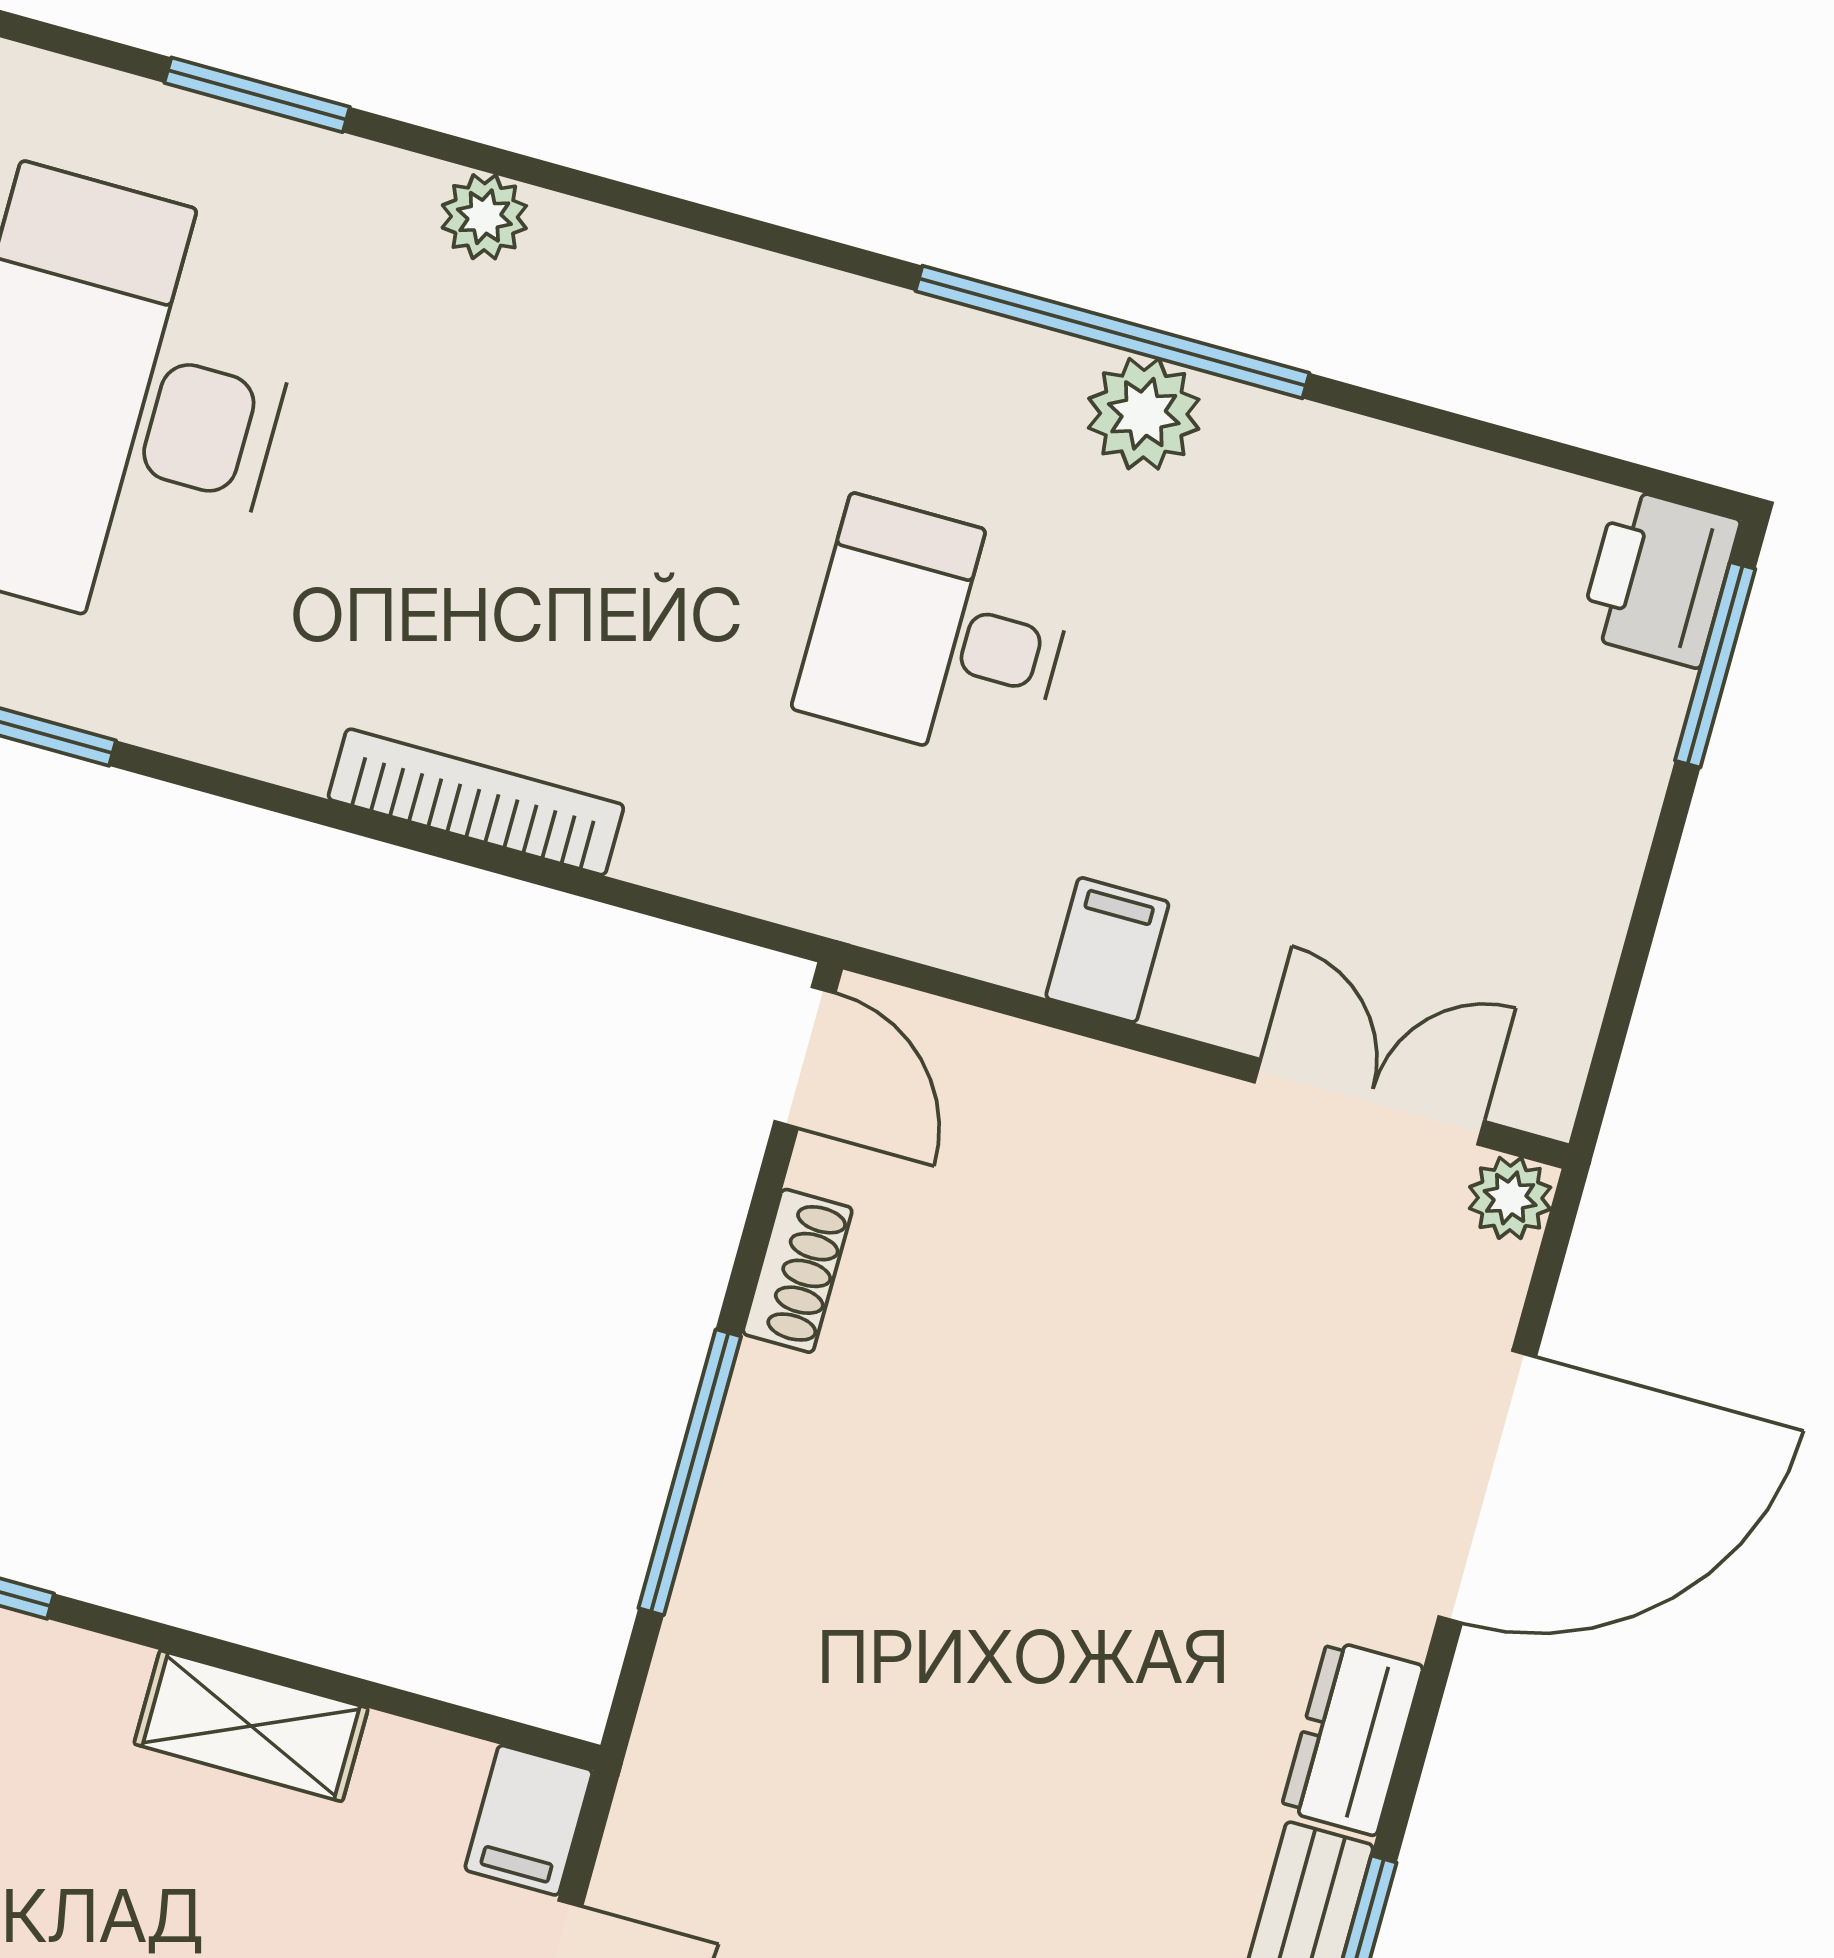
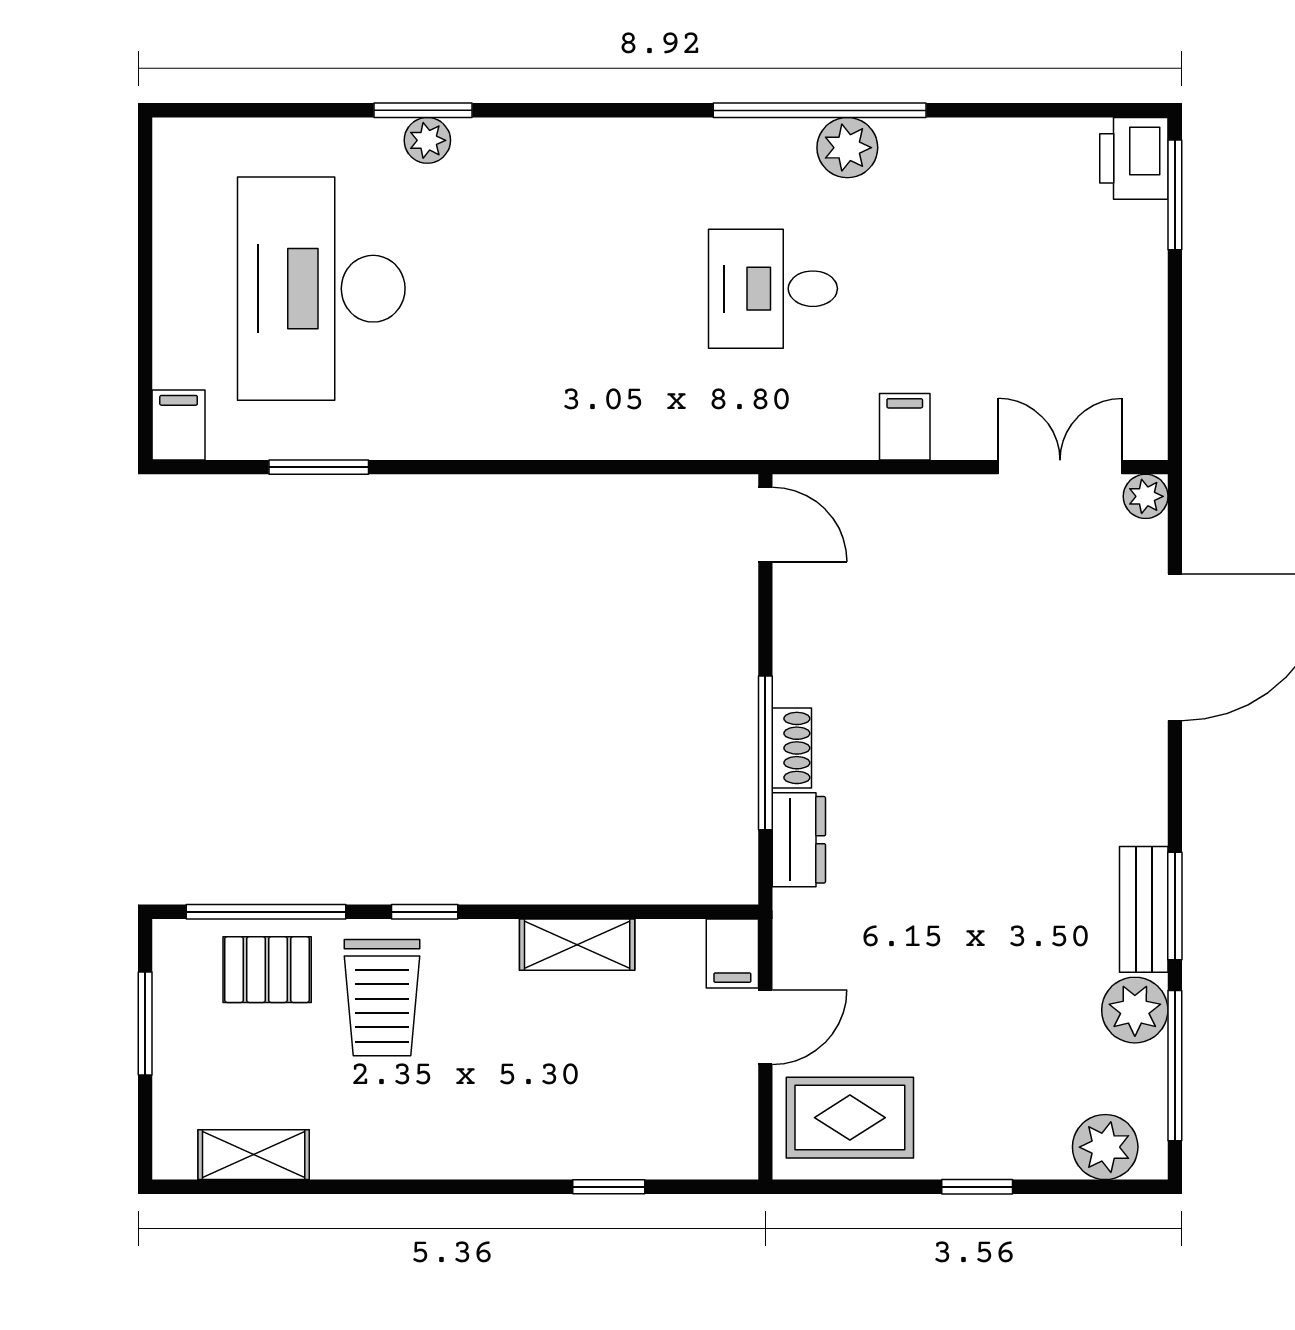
window: (257, 95) -> (423, 110), moved
plant: (484, 217) -> (427, 140), moved
bookcase: (476, 802) -> (561, 441), removed
shoe rack: (797, 1271) -> (792, 748), moved
dresser: (1352, 1738) -> (799, 840), moved, turned 180

